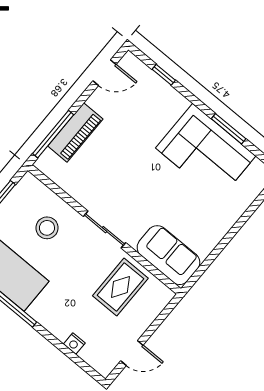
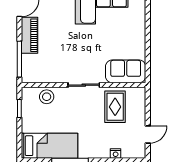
piano: (75, 132) -> (30, 35), moved
stool: (47, 228) -> (47, 97), moved

